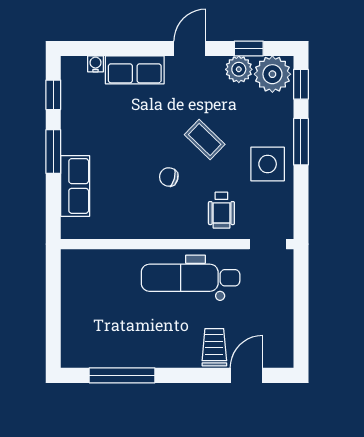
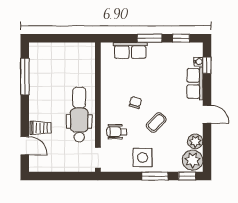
window: (249, 48) -> (207, 65), moved

